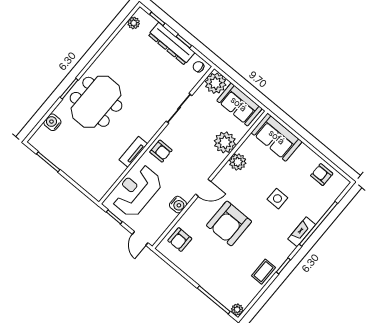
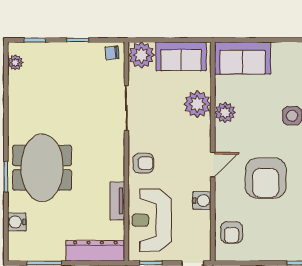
dresser: (172, 44) -> (95, 251), moved, turned 180
tv unit: (133, 152) -> (117, 201), moved

